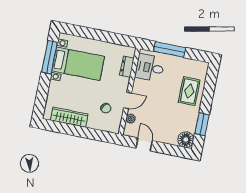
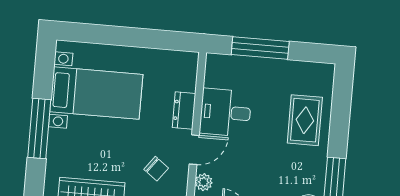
window: (50, 57) -> (39, 129), moved
dresser: (127, 67) -> (184, 111), moved
desk: (150, 68) -> (226, 113), moved

